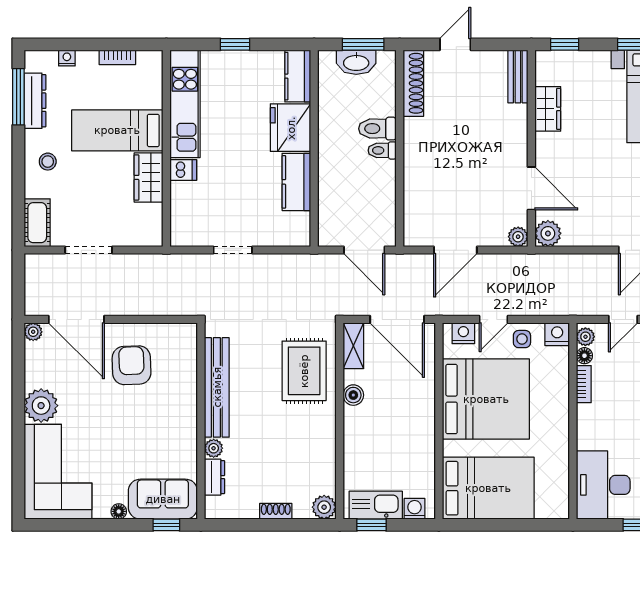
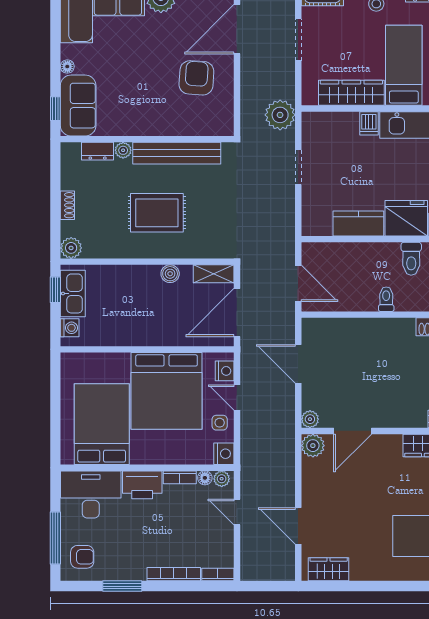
toilet: (377, 129) -> (411, 259), moved, turned 180
wardrobe: (149, 177) -> (351, 93), width x1.50
door: (364, 250) -> (298, 283), swing flipped
plant: (174, 271) -> (280, 115), added
armchair: (132, 365) -> (196, 78), turned -84
rug: (304, 371) -> (157, 213), moved
printer: (592, 427) -> (142, 485), added
bed: (488, 488) -> (102, 424), moved, turned 180

